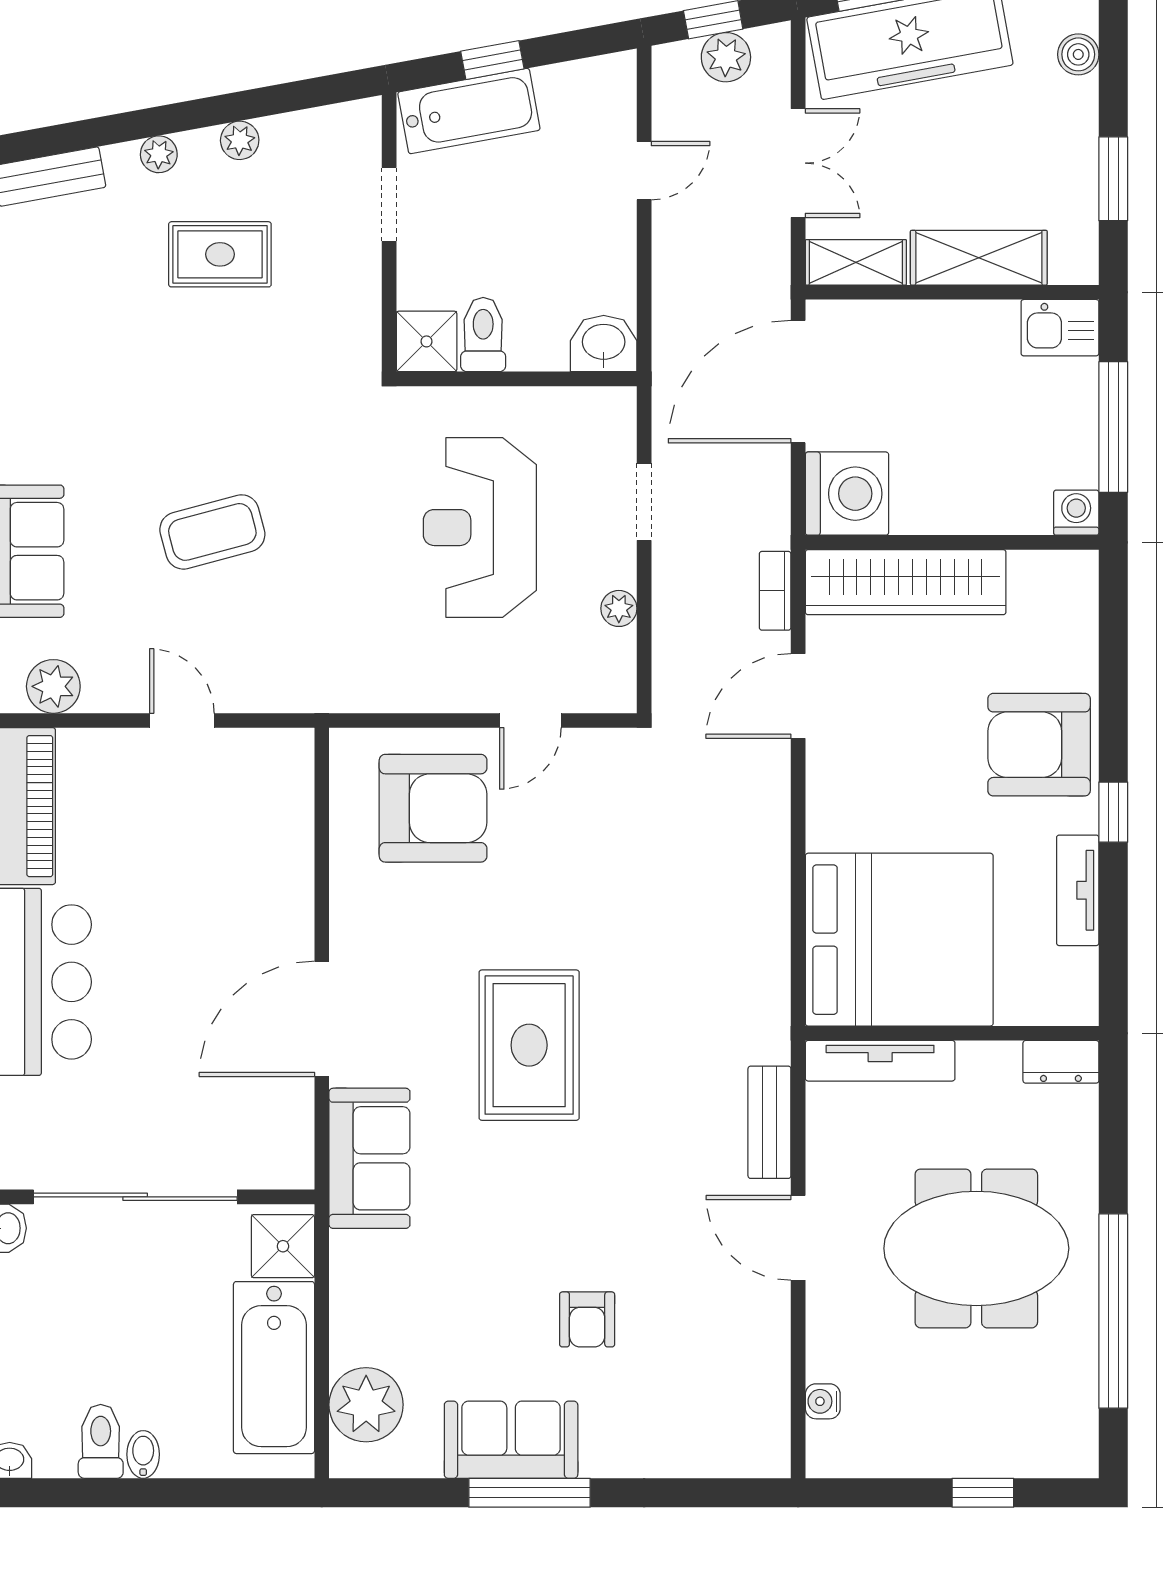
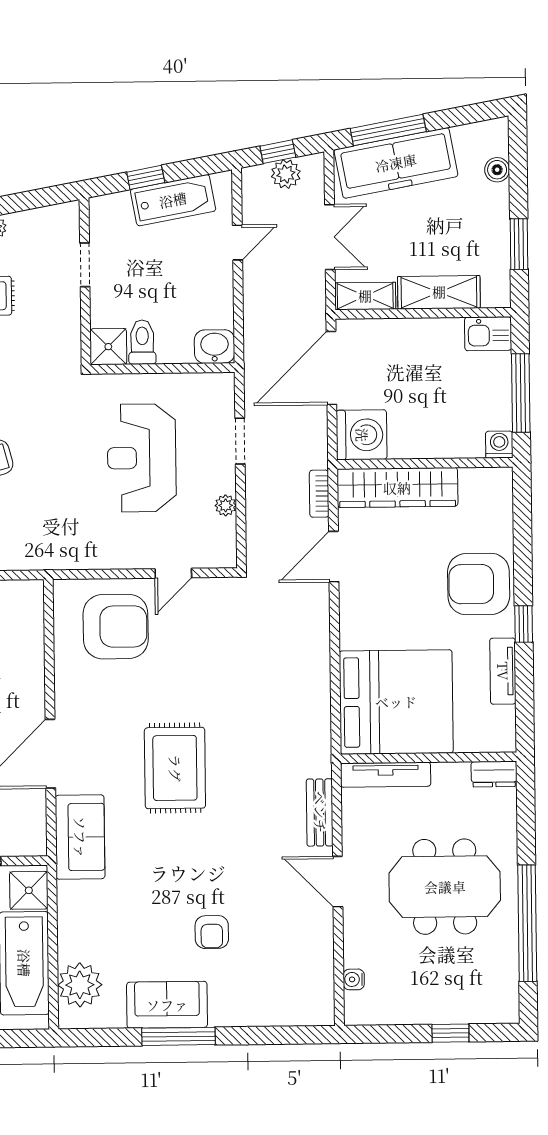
bathtub: (469, 111) -> (173, 200), moved

